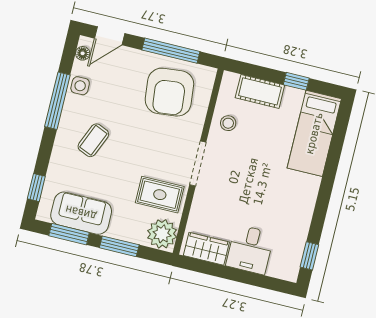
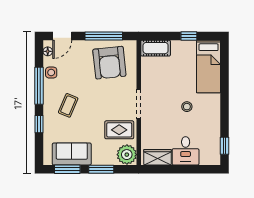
cot: (260, 91) -> (156, 48), moved
stool: (228, 123) -> (187, 107), moved
window: (36, 188) -> (39, 124), moved

